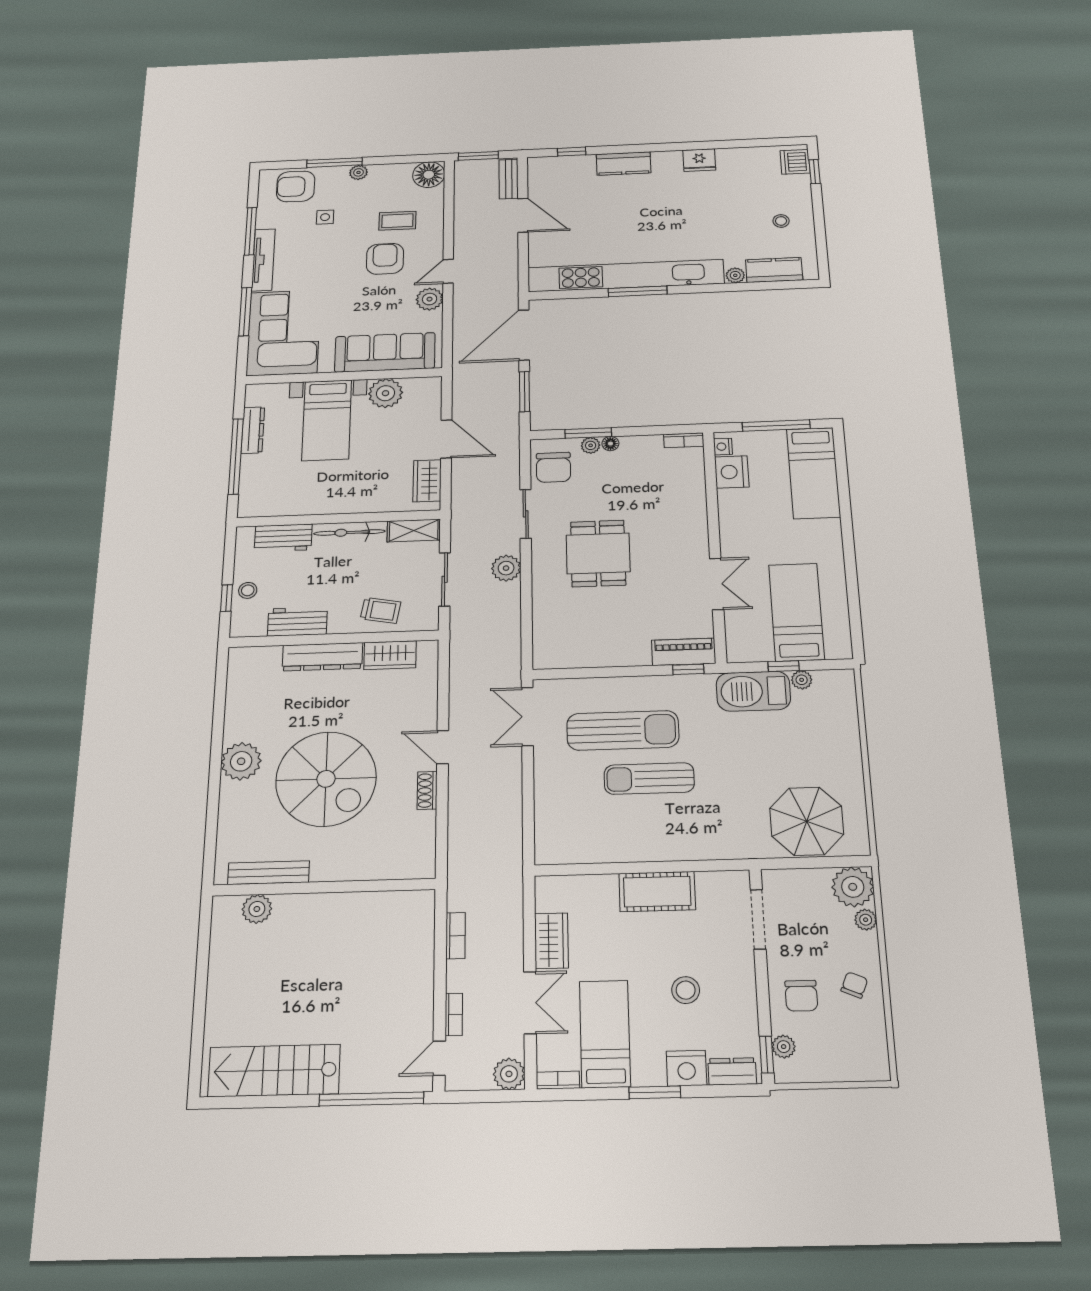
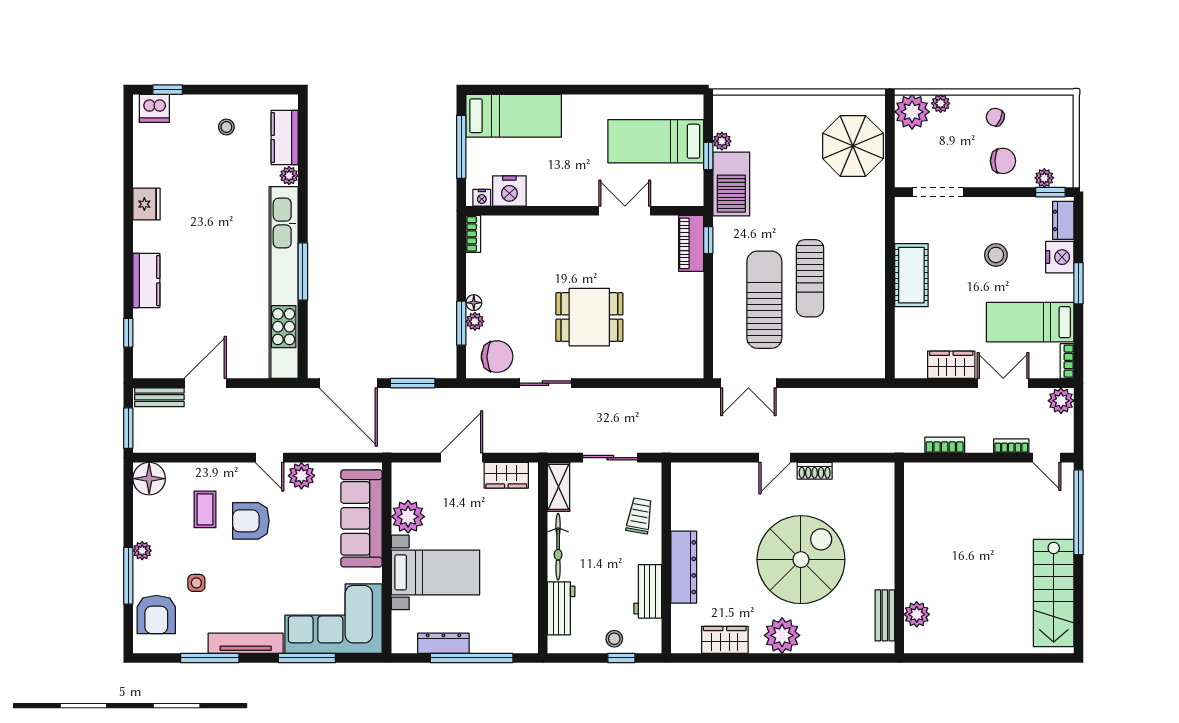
plant: (506, 568) -> (601, 401), removed
wardrobe: (390, 655) -> (725, 640), moved, turned -90
bench: (268, 873) -> (885, 615), width x0.73

